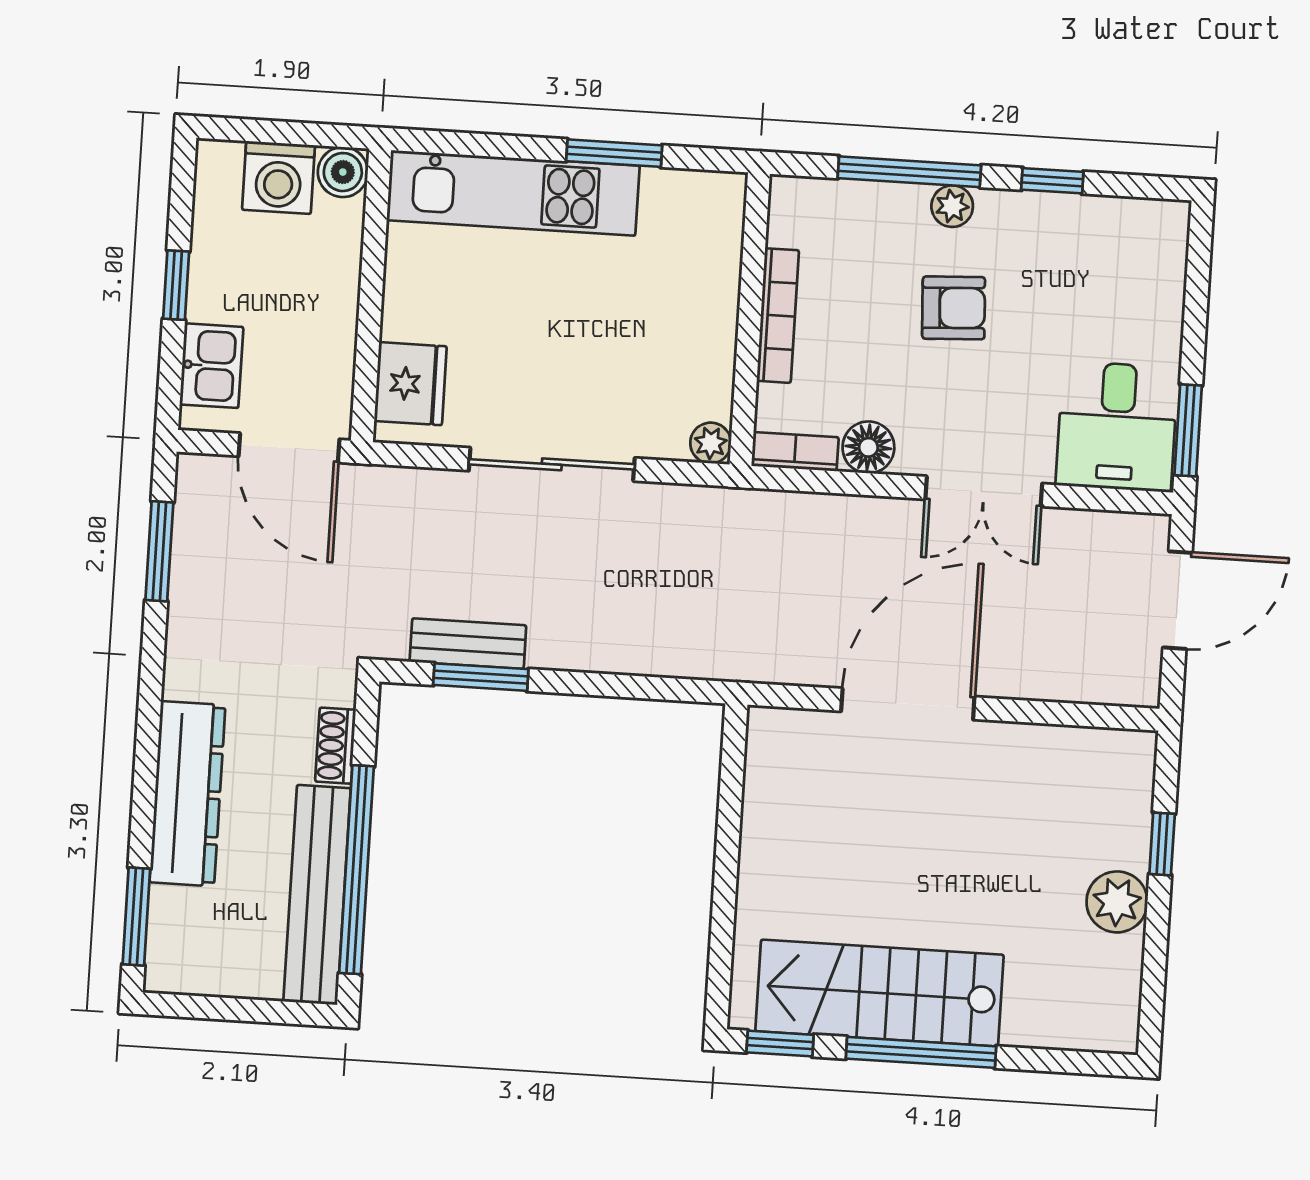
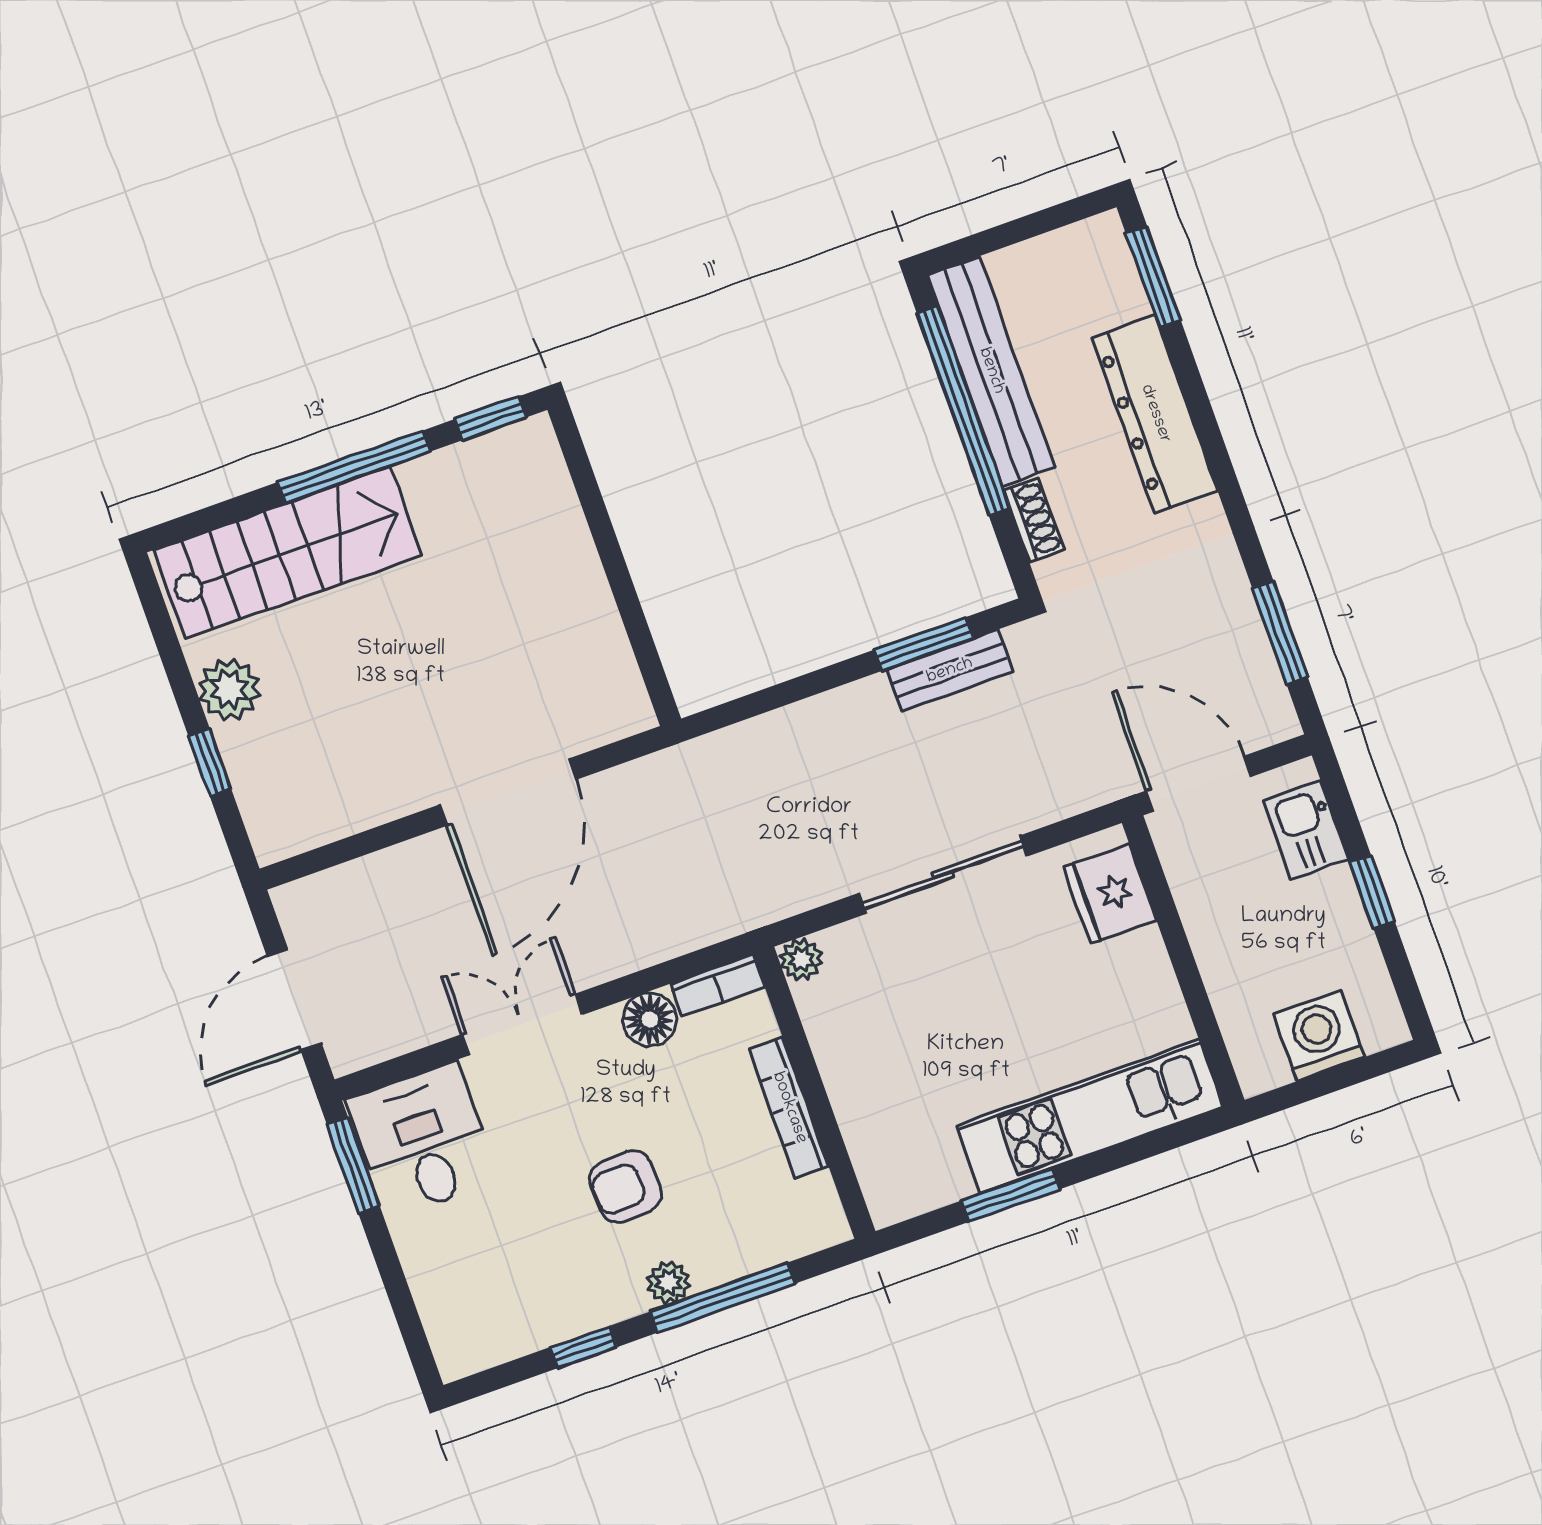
boiler: (343, 172) -> (1260, 1067), removed
stairs: (879, 993) -> (288, 553), moved

